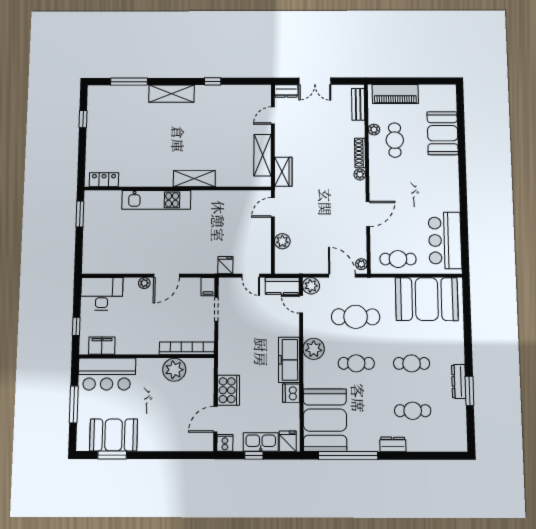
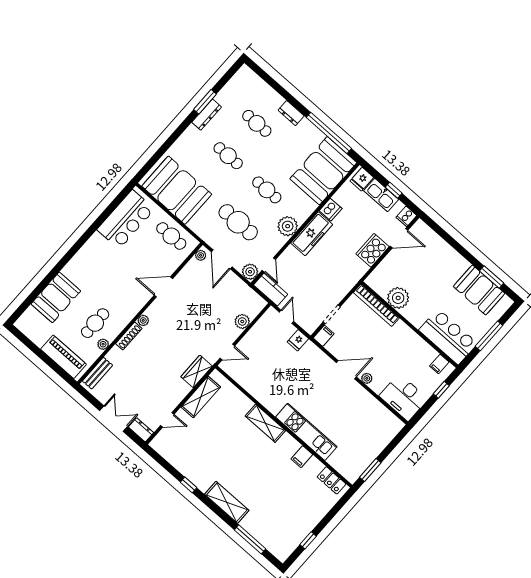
filing cabinet: (143, 178) -> (302, 457), added
filing cabinet: (102, 346) -> (439, 364), width x0.50

